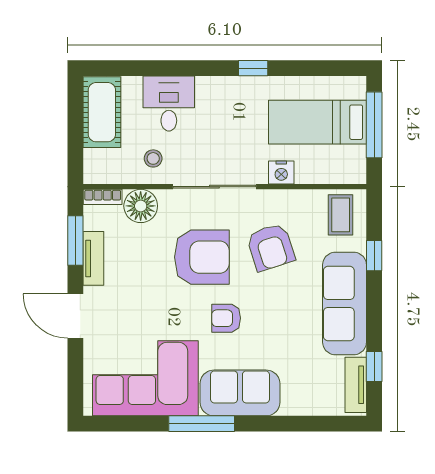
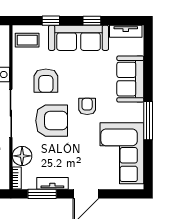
armchair: (271, 247) -> (46, 81), turned 108
armchair: (202, 257) -> (52, 121), turned 90
armchair: (226, 318) -> (87, 106), turned 180
window: (374, 367) -> (92, 21), moved
sofa: (240, 393) -> (130, 79), moved

